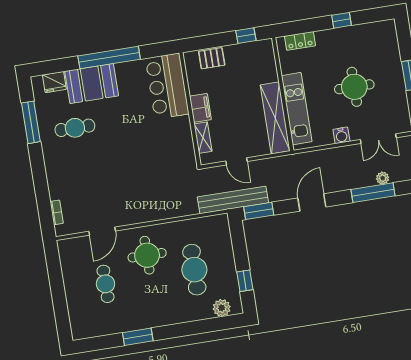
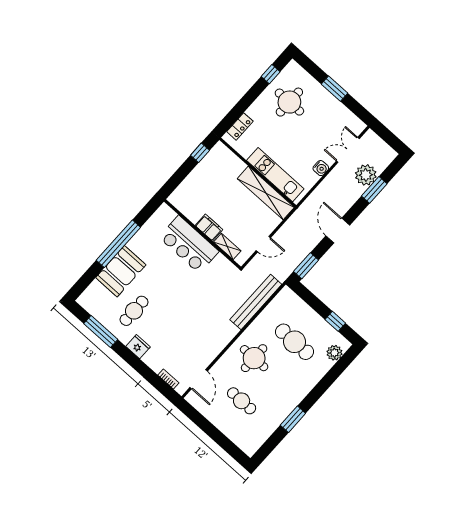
window: (342, 20) -> (271, 74), moved
pallet: (212, 58) -> (189, 187), removed
fridge: (54, 82) -> (138, 347), moved, turned -90
bar counter: (167, 86) -> (189, 244), moved
round table: (354, 87) -> (289, 102), moved
double door: (378, 139) -> (348, 150), swing flipped
plant: (383, 178) -> (366, 175), width x1.88, depth x1.88
window: (373, 193) -> (374, 190), width x0.69
bench: (233, 200) -> (256, 302), moved
door: (102, 231) -> (199, 379), moved

